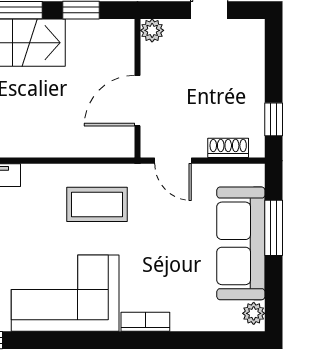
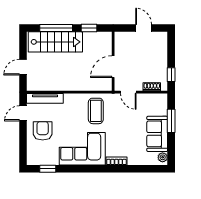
plant: (152, 30) -> (119, 37), removed
coffee table: (97, 204) -> (96, 111), turned 90
sofa: (241, 243) -> (157, 134), width x0.73

